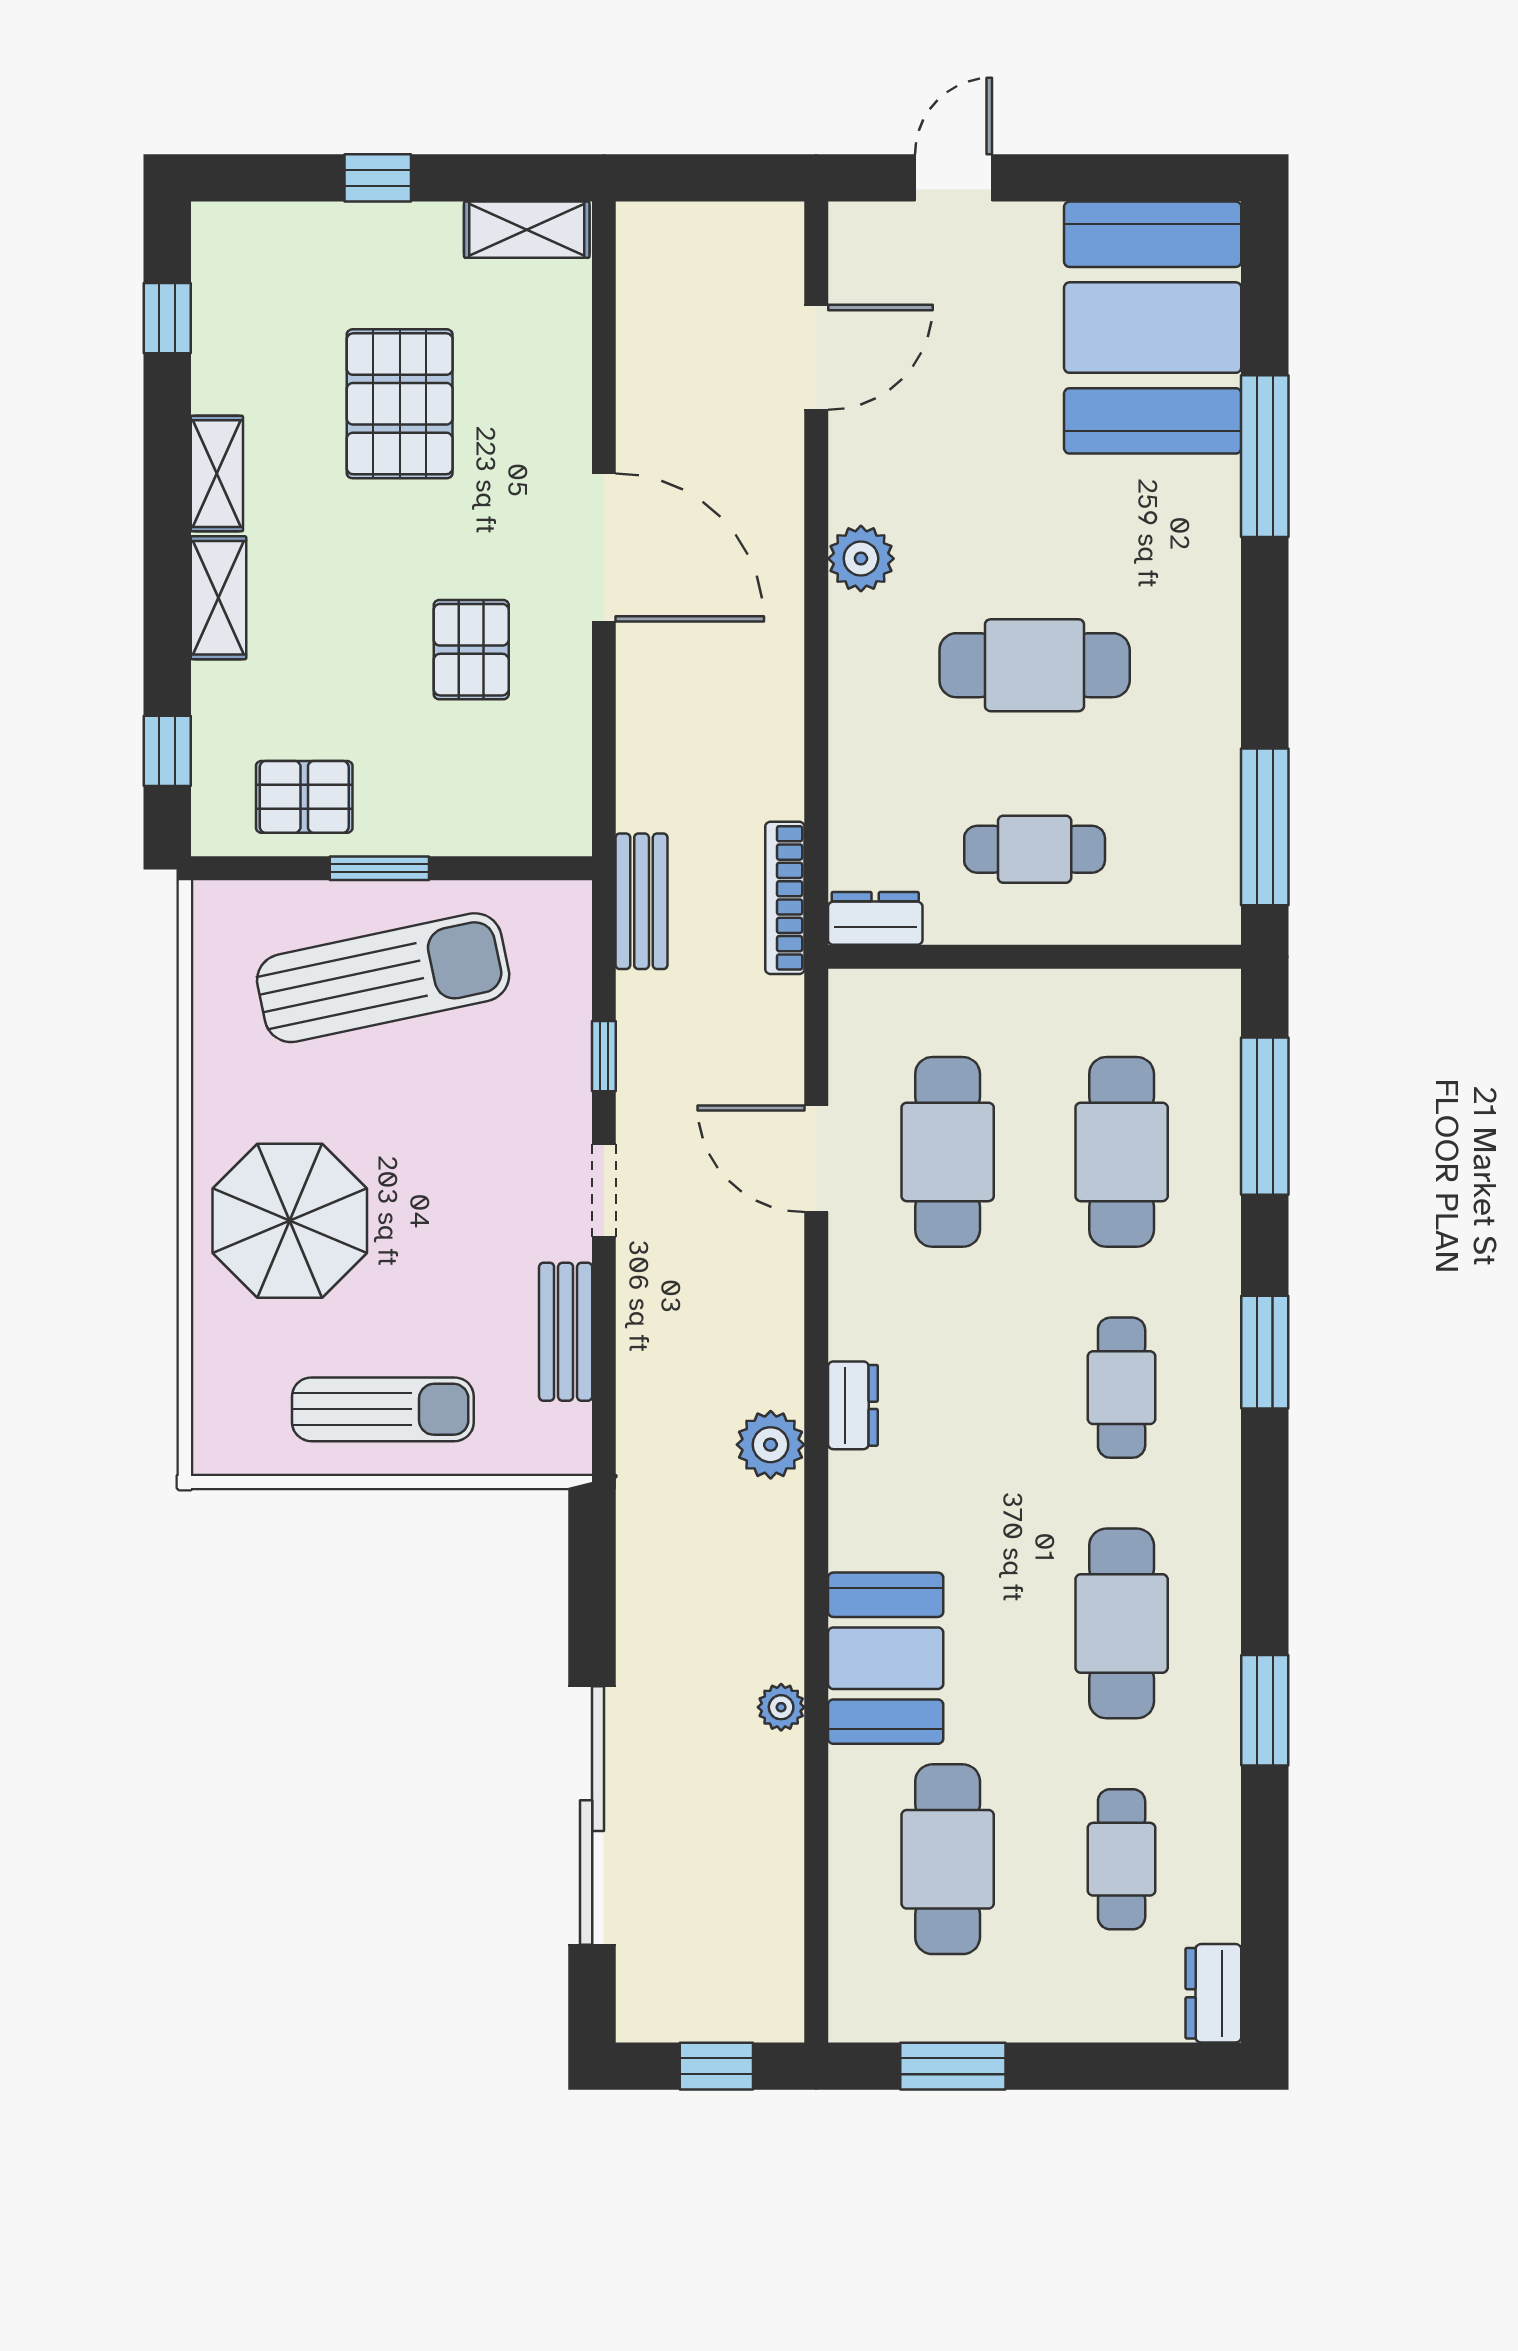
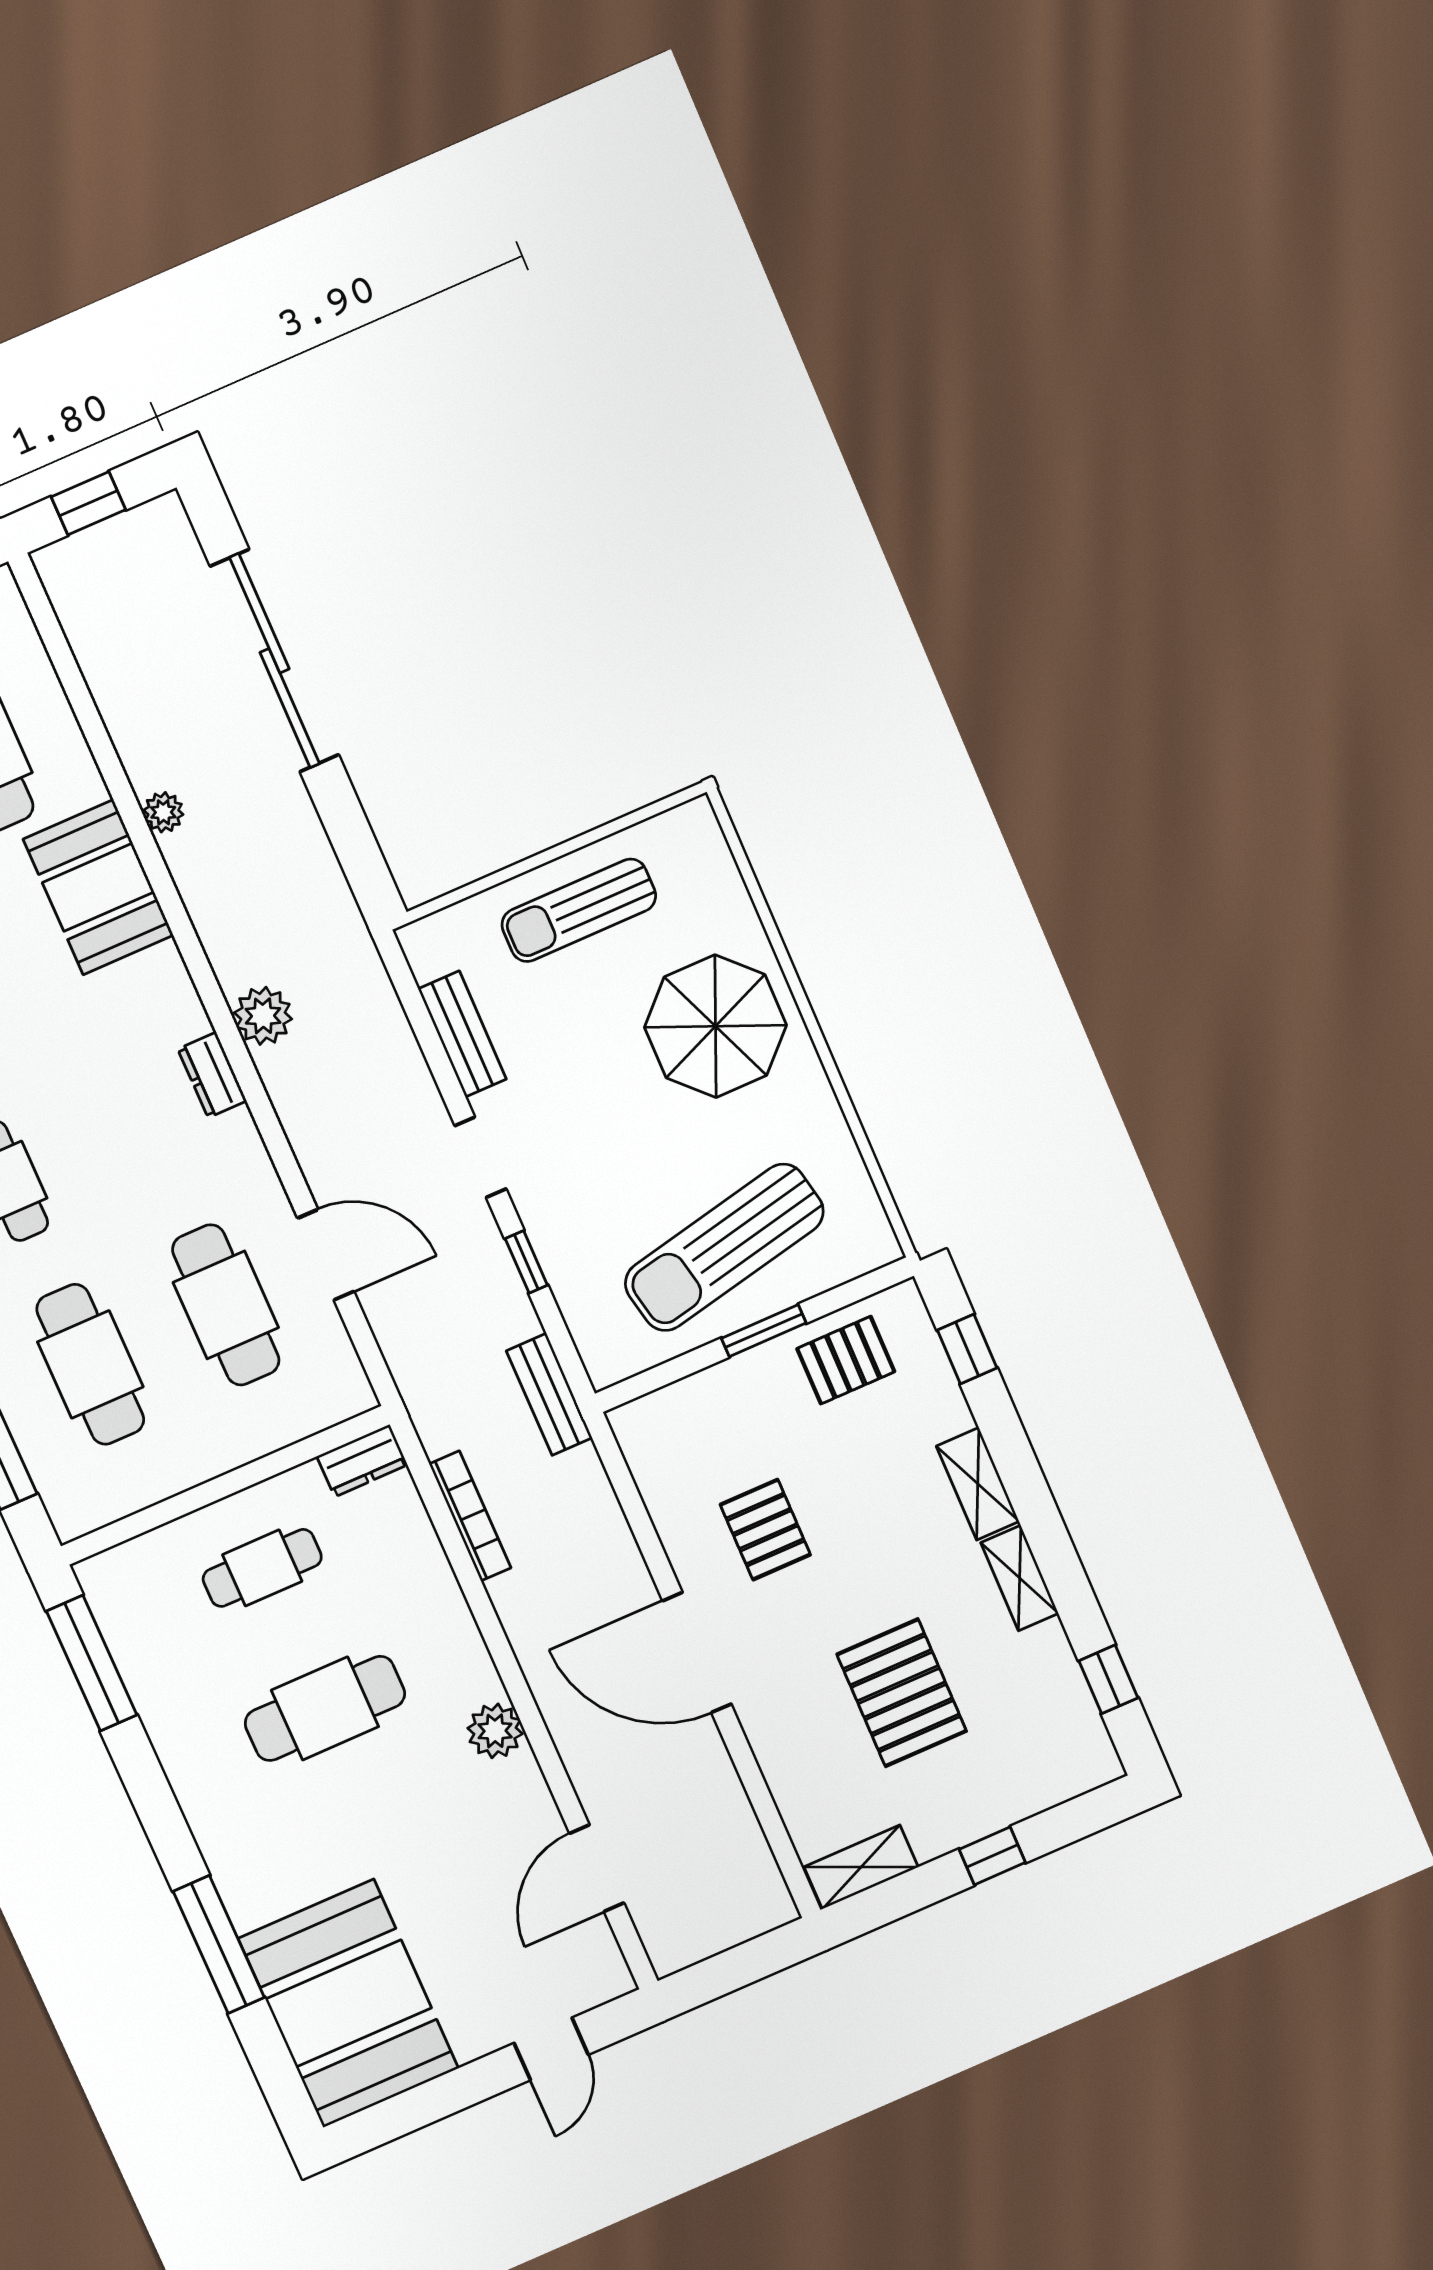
bookcase: (785, 898) -> (470, 1516), moved

